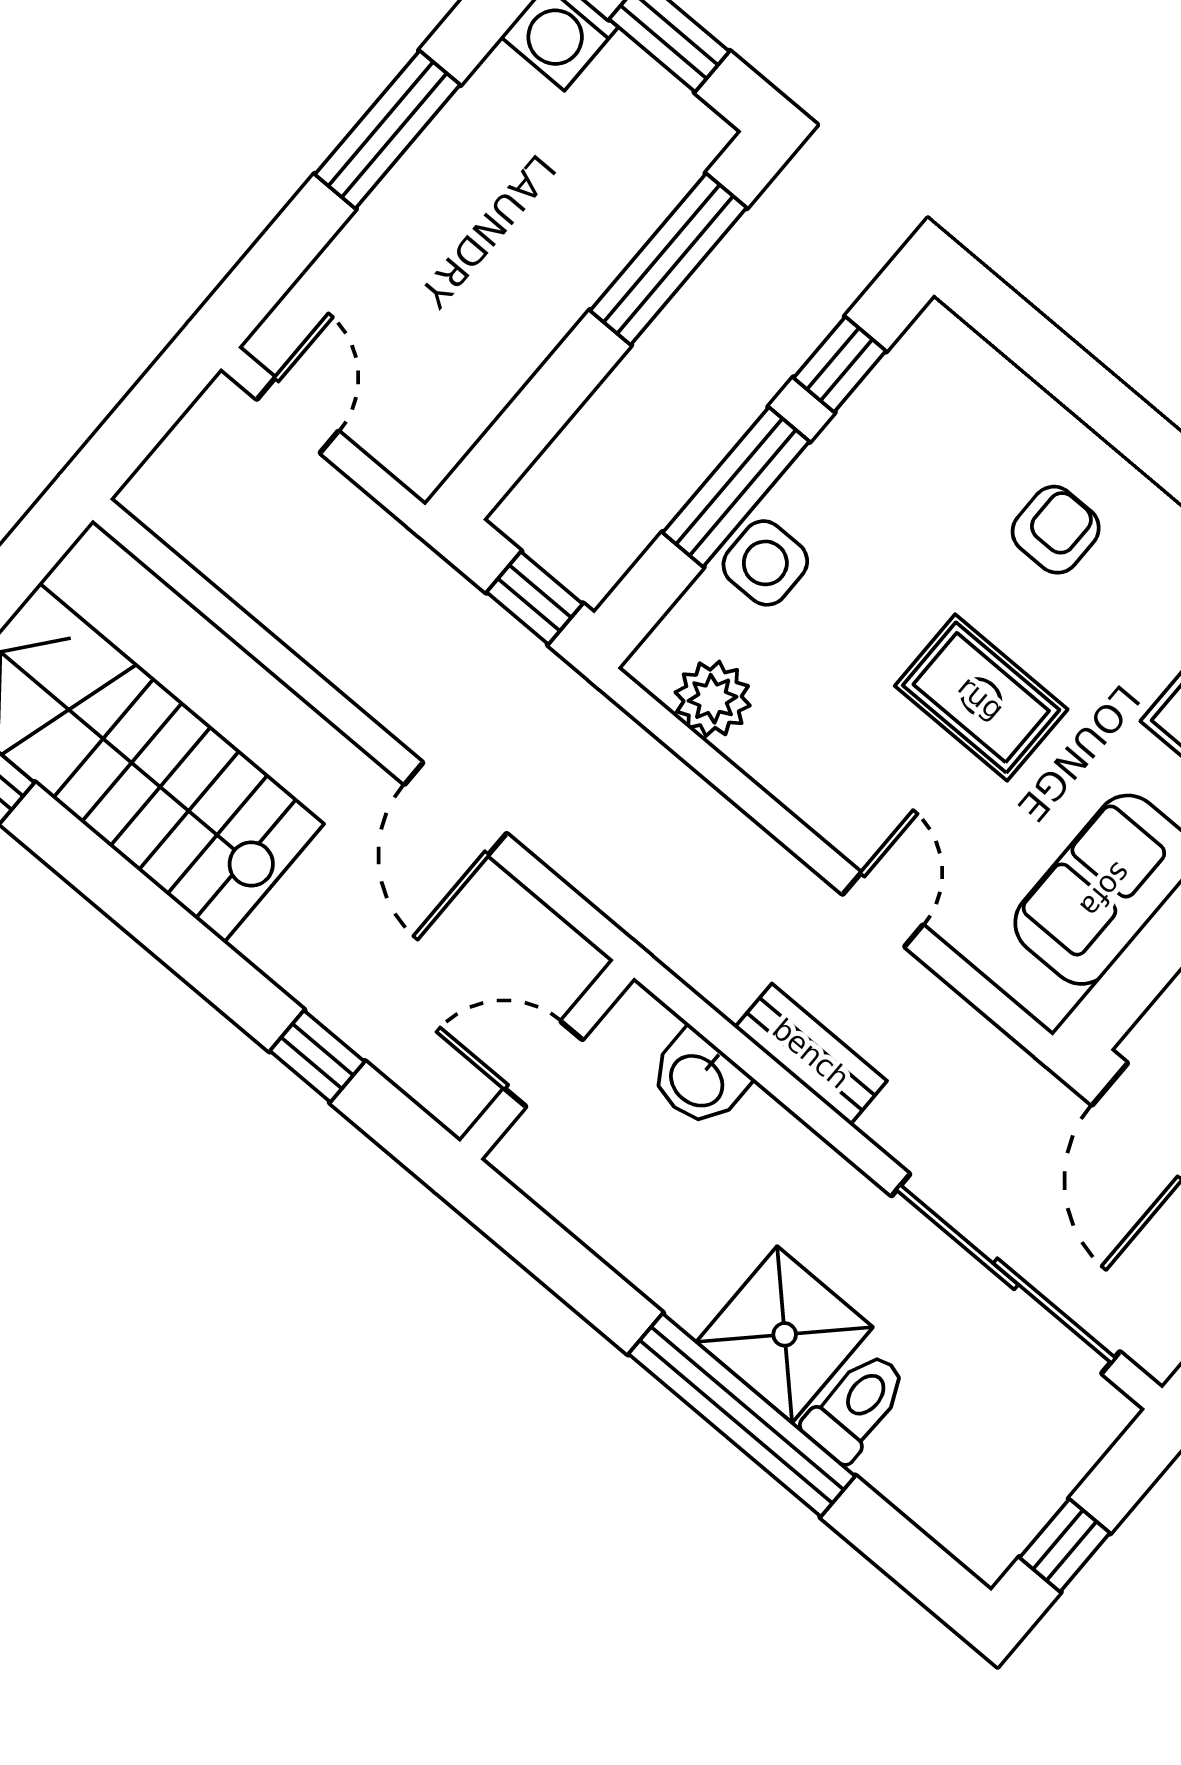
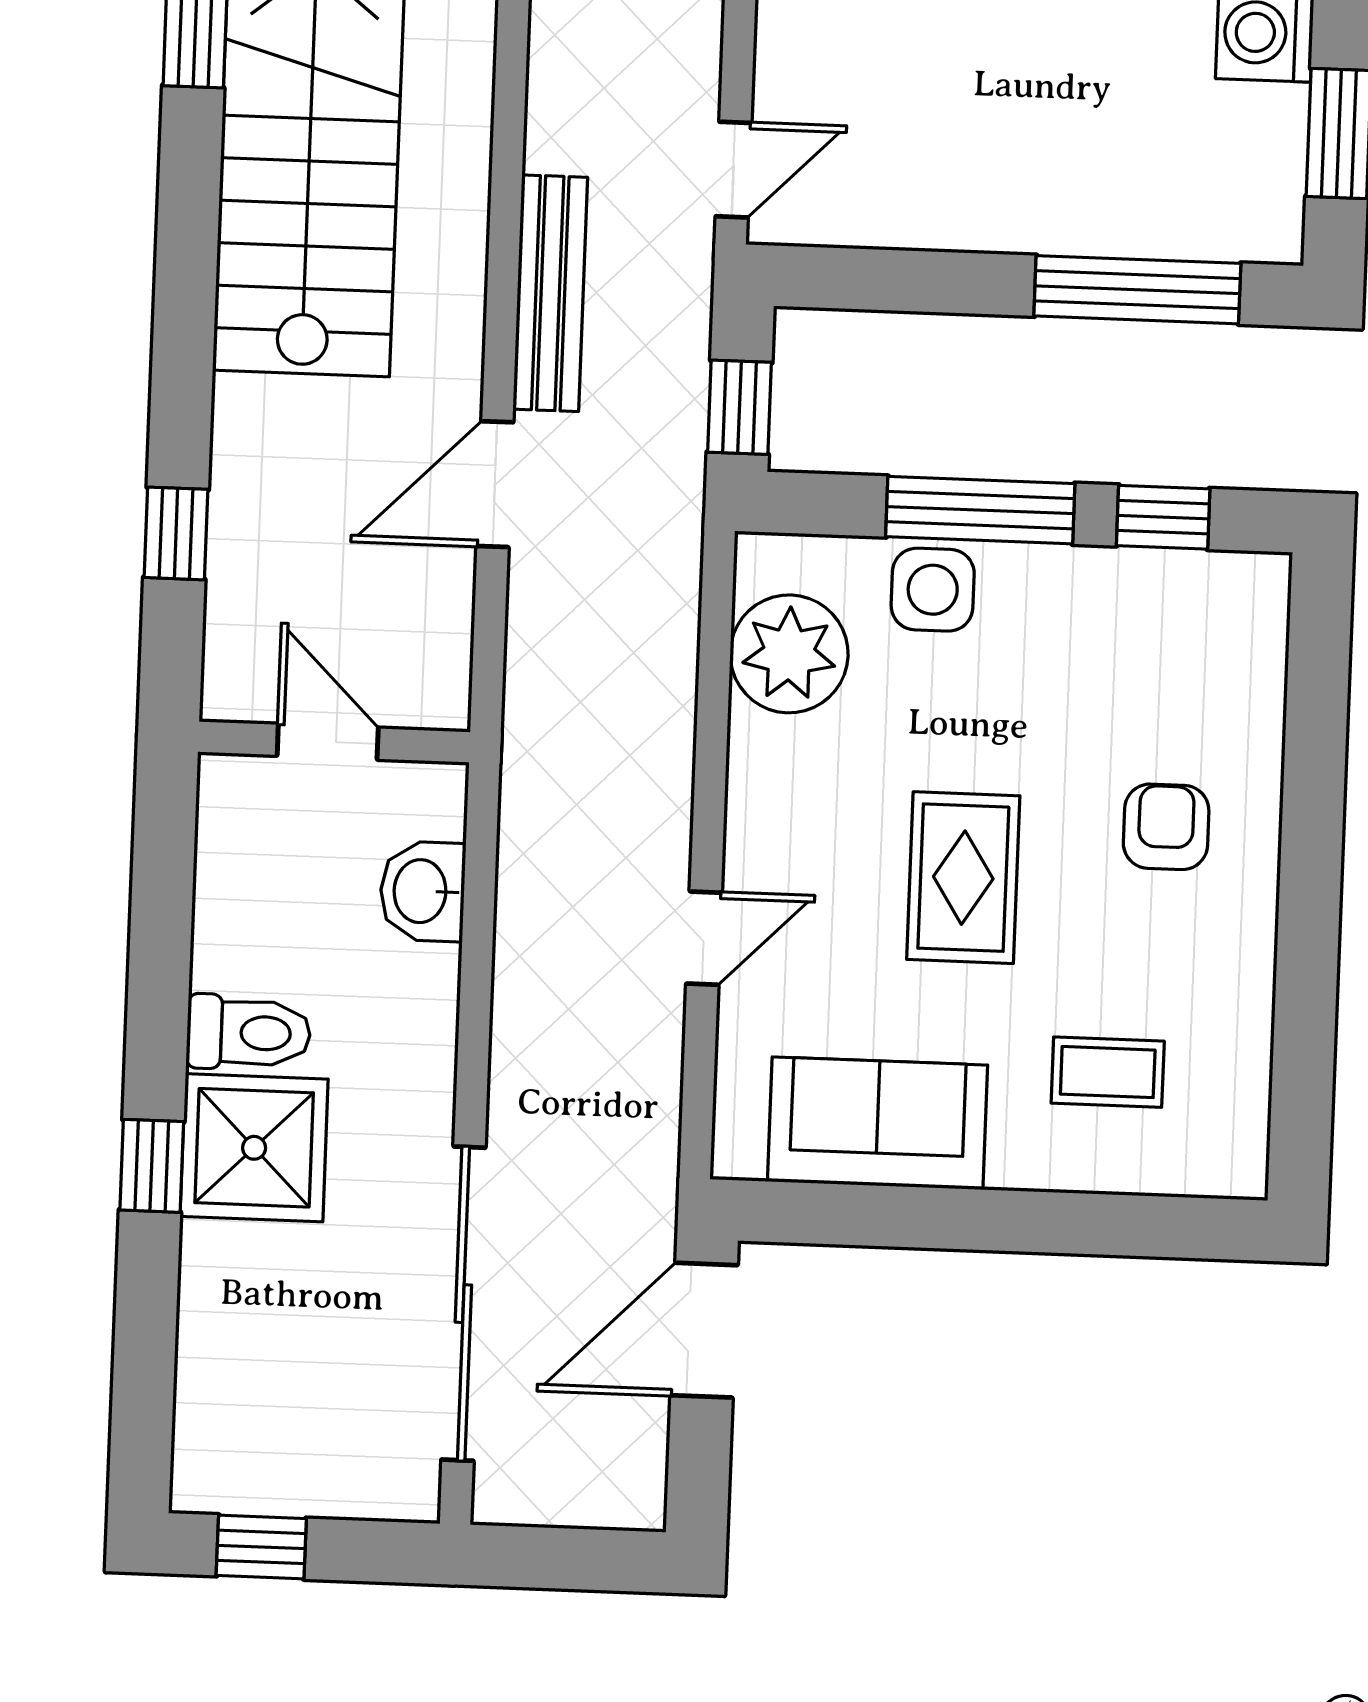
door: (298, 415) -> (734, 170), moved
armchair: (1056, 530) -> (1166, 827), turned -90
plant: (713, 699) -> (789, 654), width x1.36, depth x1.36
bench: (811, 1054) -> (550, 293), moved, width x1.36
toilet: (856, 1406) -> (248, 1033), moved
window: (742, 1415) -> (152, 1166), width x0.32

